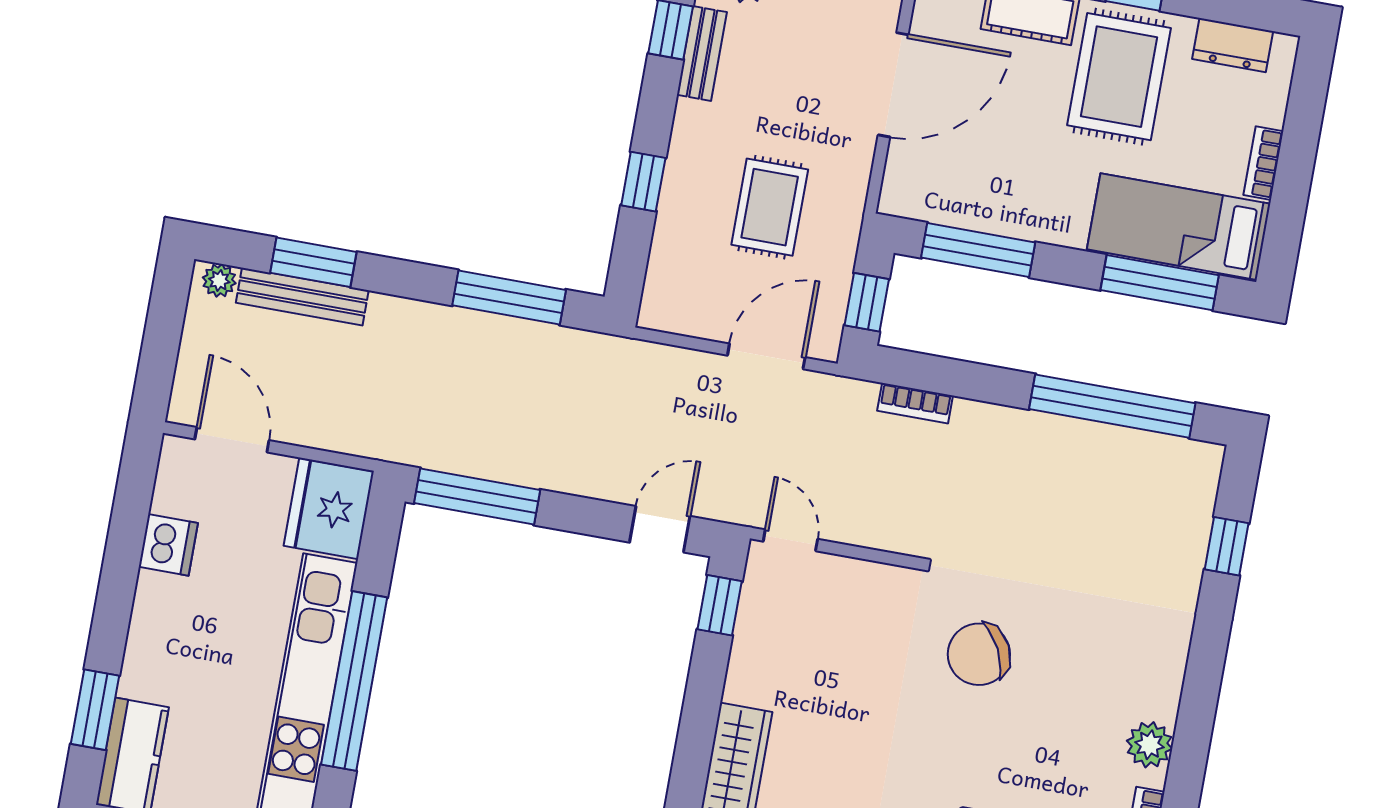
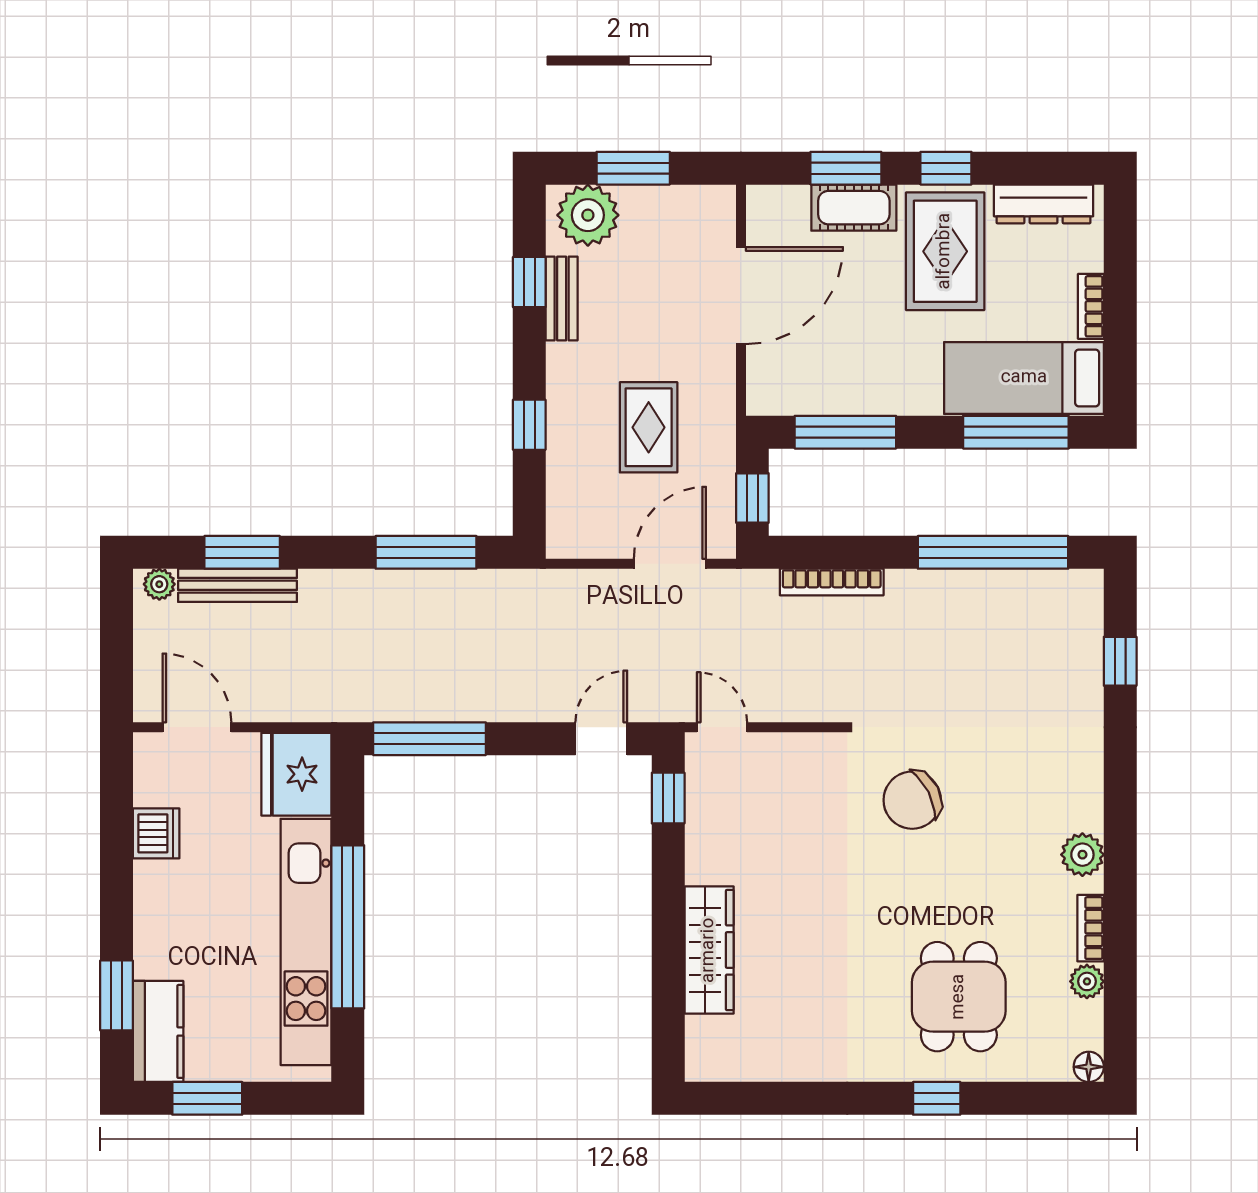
dresser: (1233, 45) -> (1044, 204), width x1.44
bookcase: (915, 403) -> (832, 582), width x1.56

